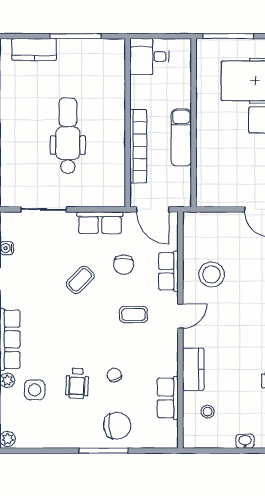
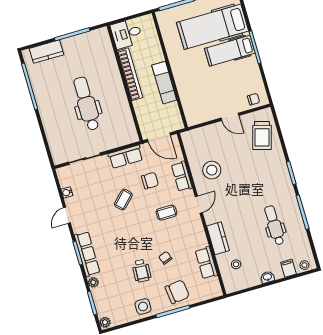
bookcase: (138, 146) -> (130, 74), moved
chair: (124, 265) -> (150, 181), turned -90
side table: (35, 390) -> (143, 306), moved

